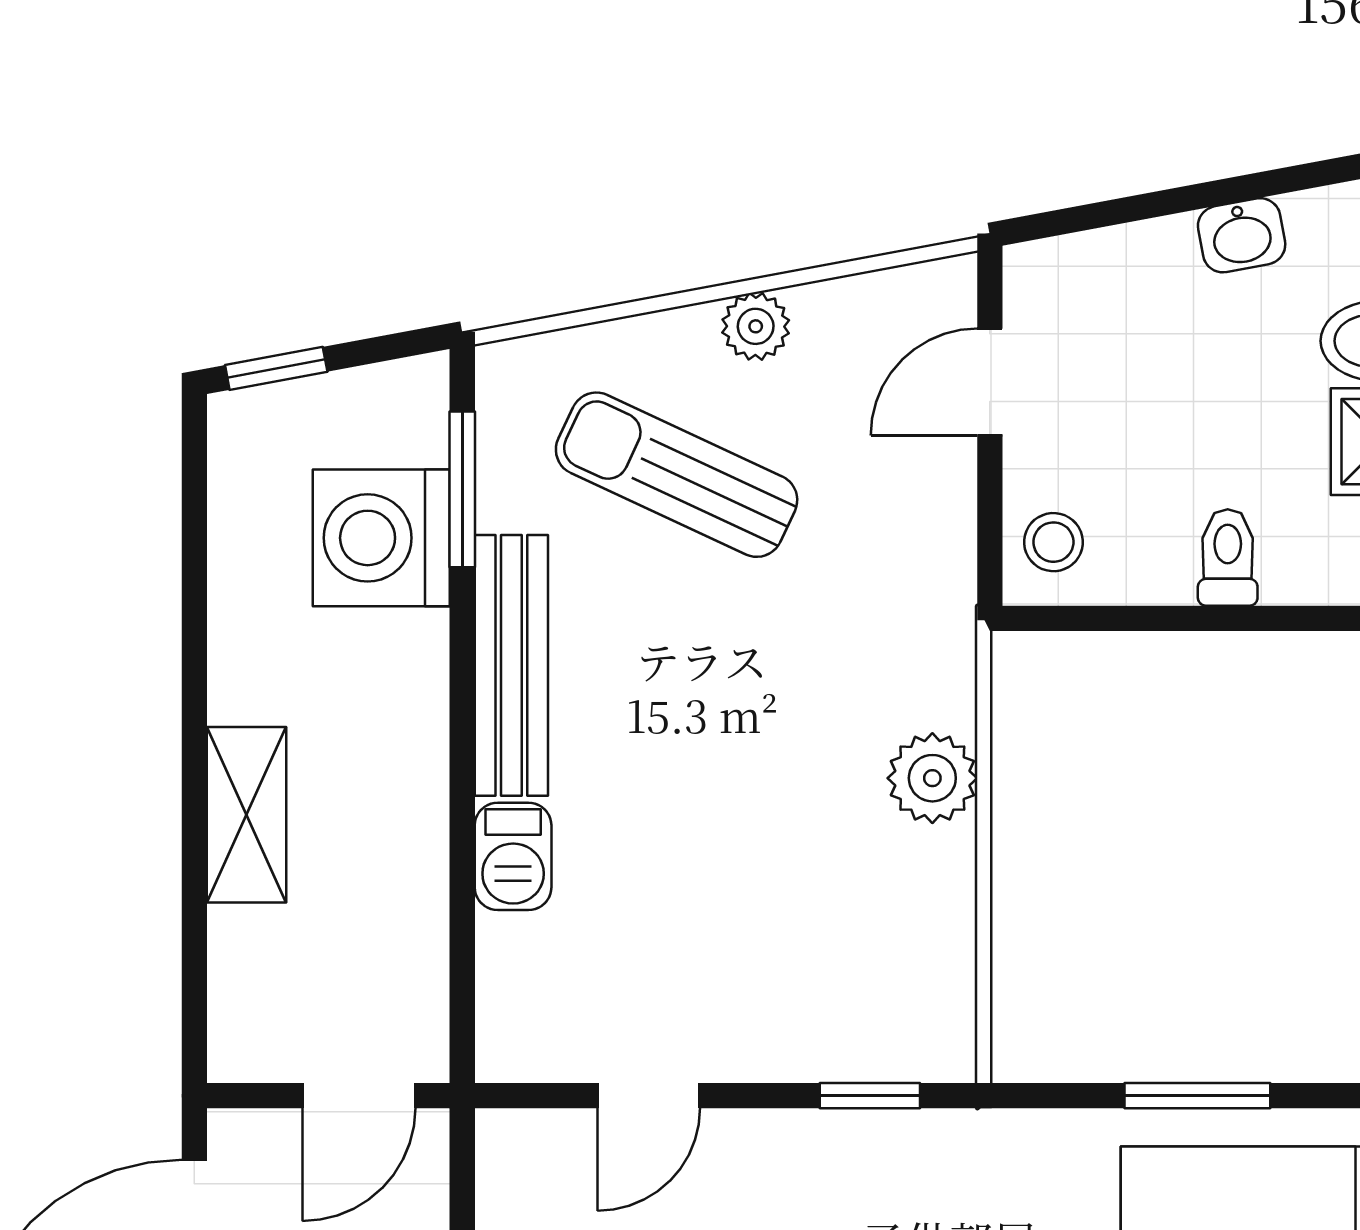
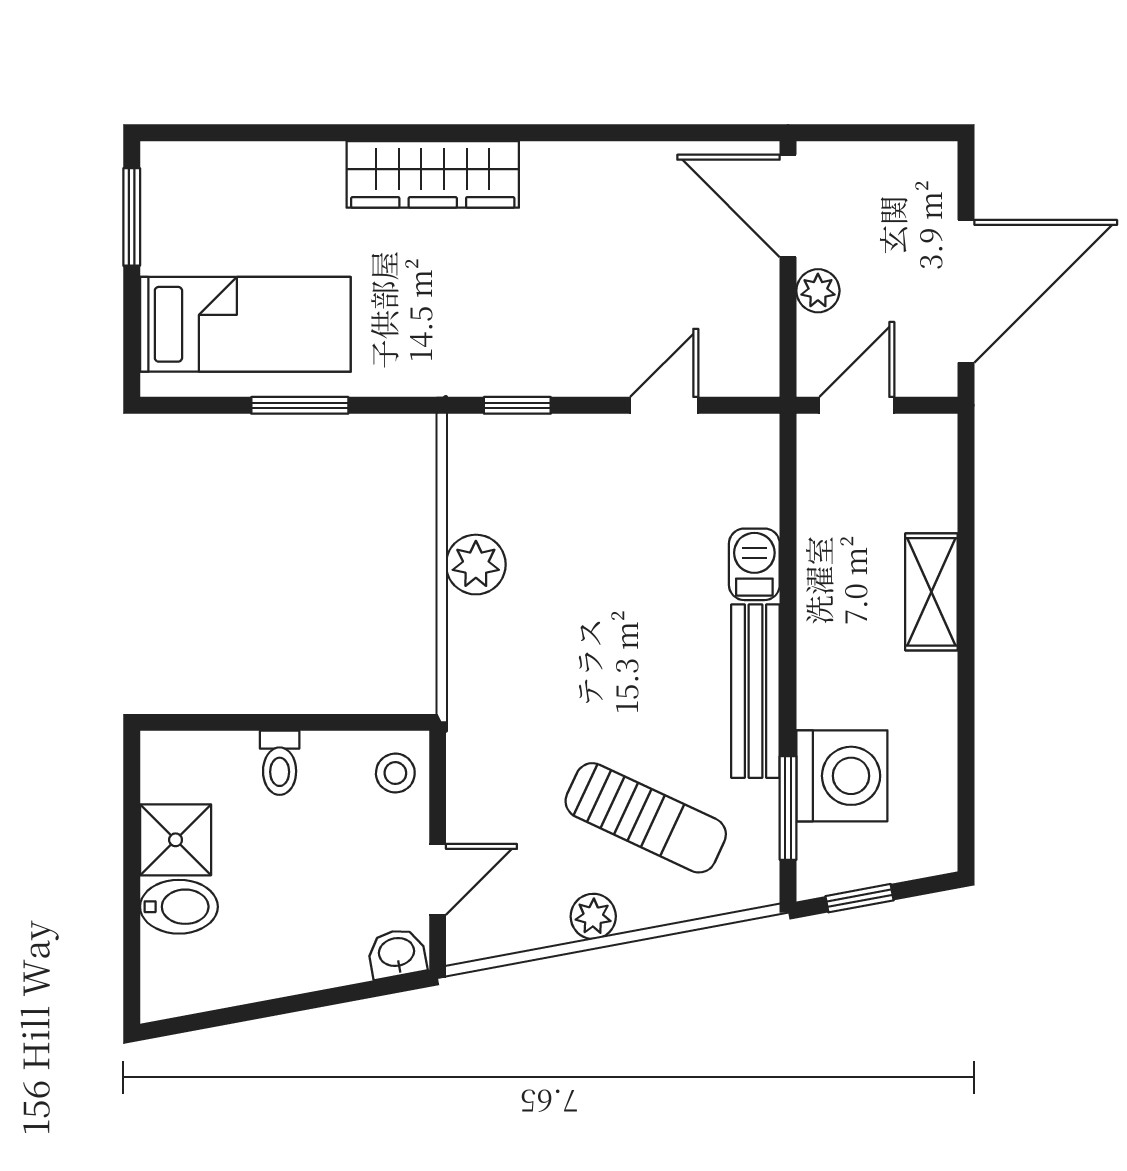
washbasin: (1242, 235) -> (397, 953), moved
window: (276, 368) -> (860, 898), moved
plant: (932, 778) -> (476, 565), moved

